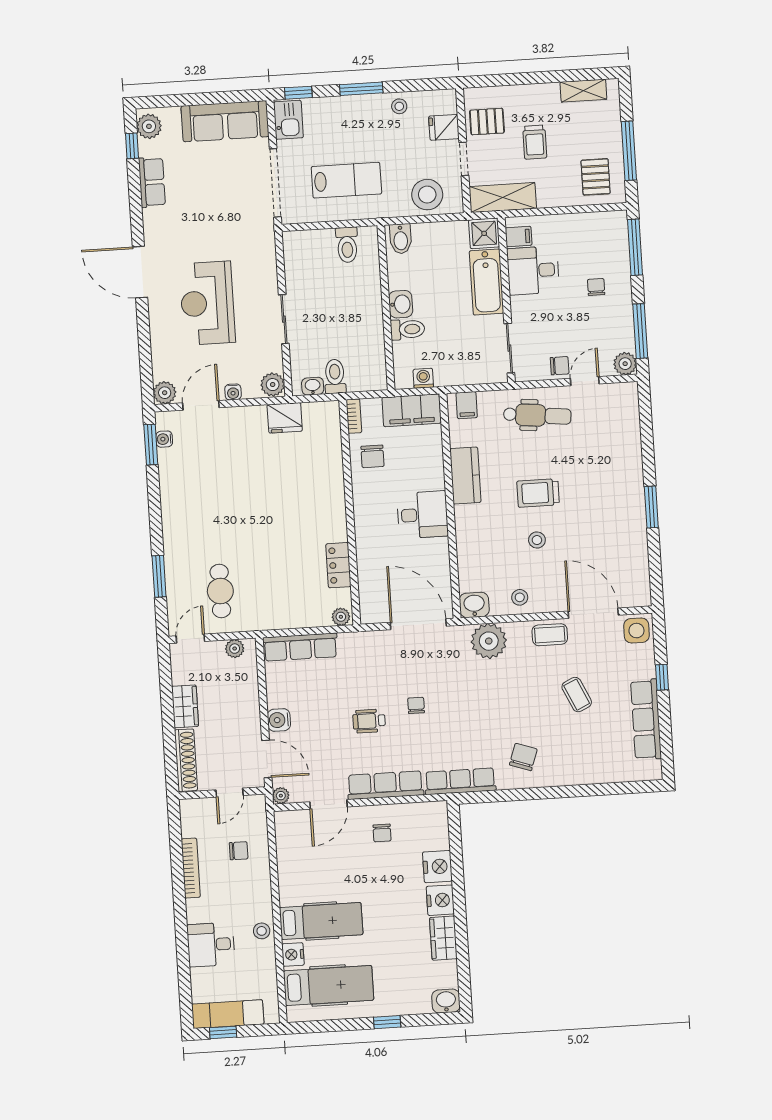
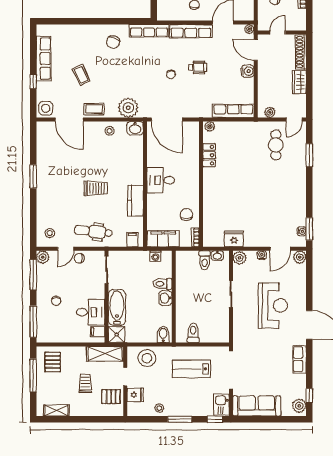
row of seats: (152, 182) -> (300, 359), moved
stool: (537, 540) -> (50, 233), moved

